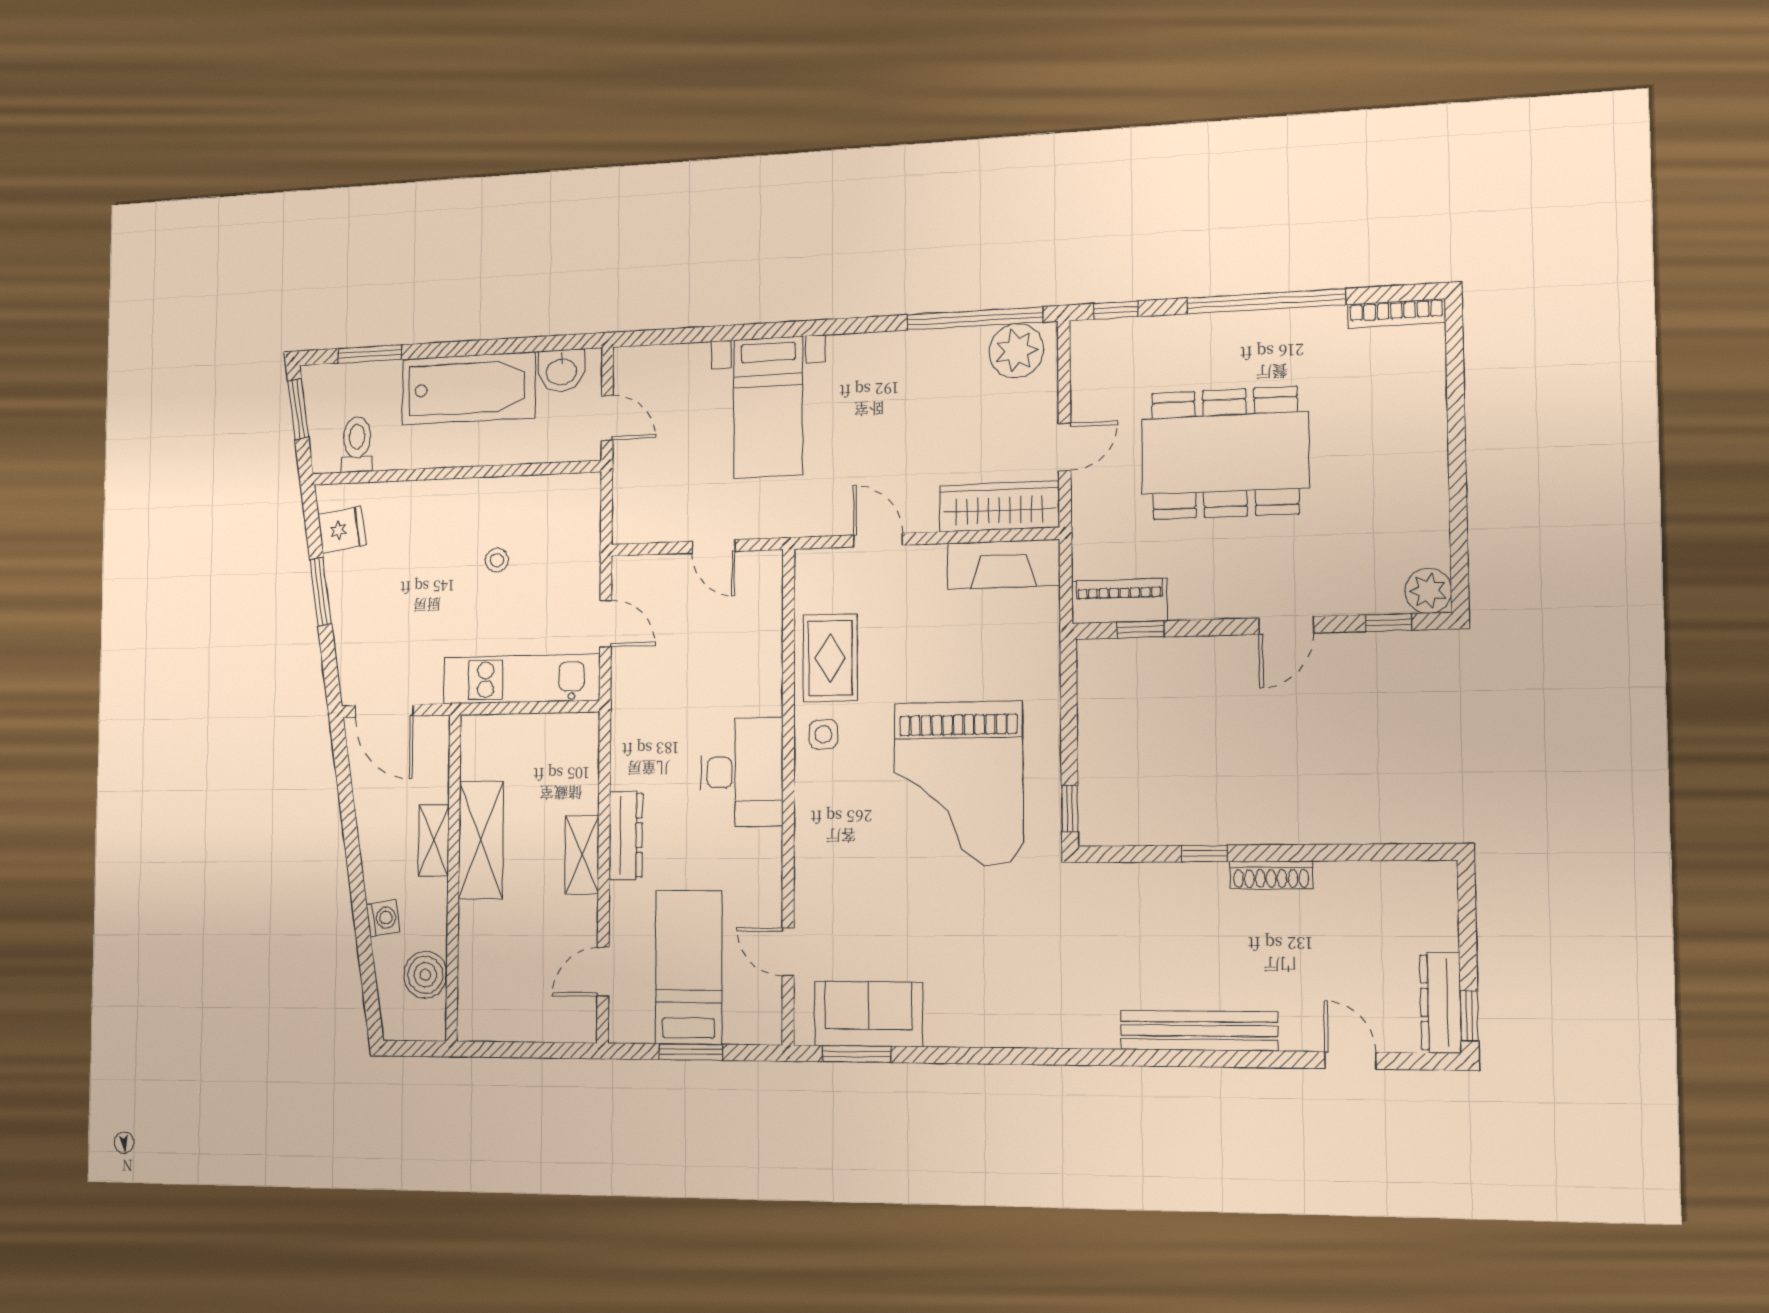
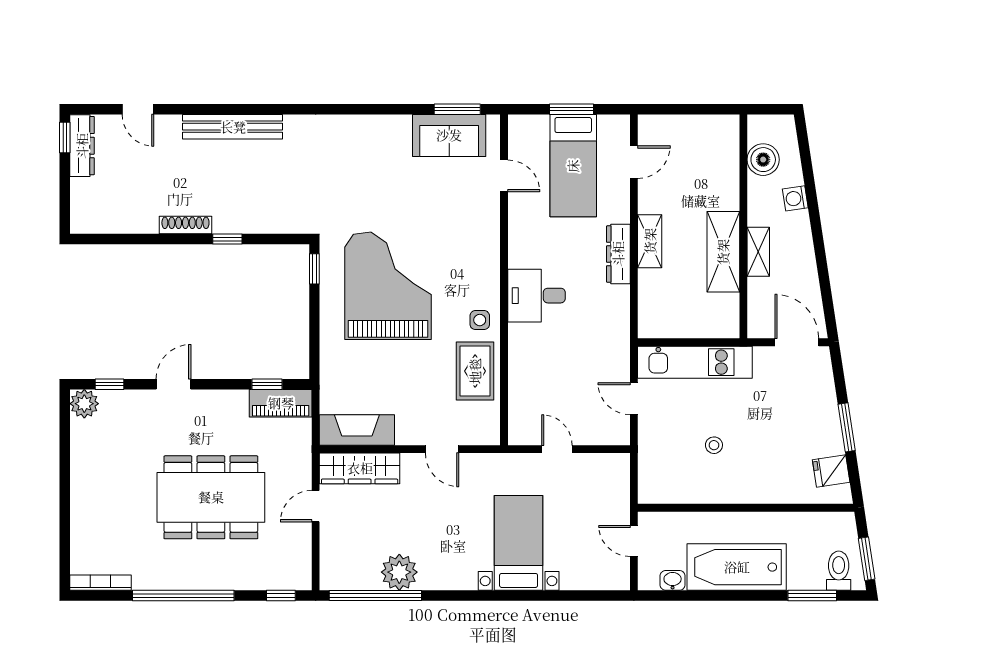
plant: (1016, 351) -> (399, 572), moved
washbasin: (561, 371) -> (673, 580), width x0.72, depth x0.69
toilet: (357, 444) -> (839, 571), moved, turned 180
desk: (742, 772) -> (536, 296), width x0.73

